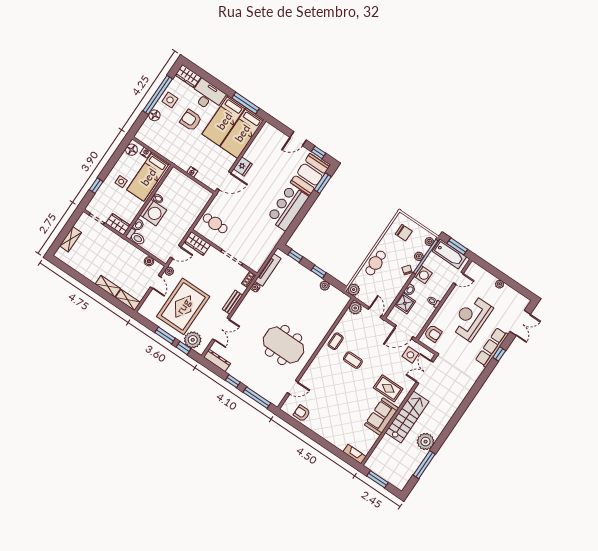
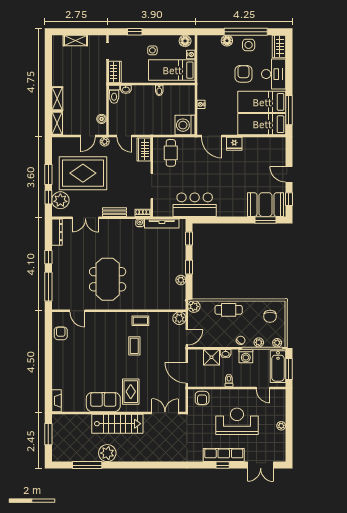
bar counter: (288, 208) -> (195, 205), moved
washing machine: (153, 212) -> (185, 125), moved, turned 90
side table: (410, 355) -> (171, 391), removed

